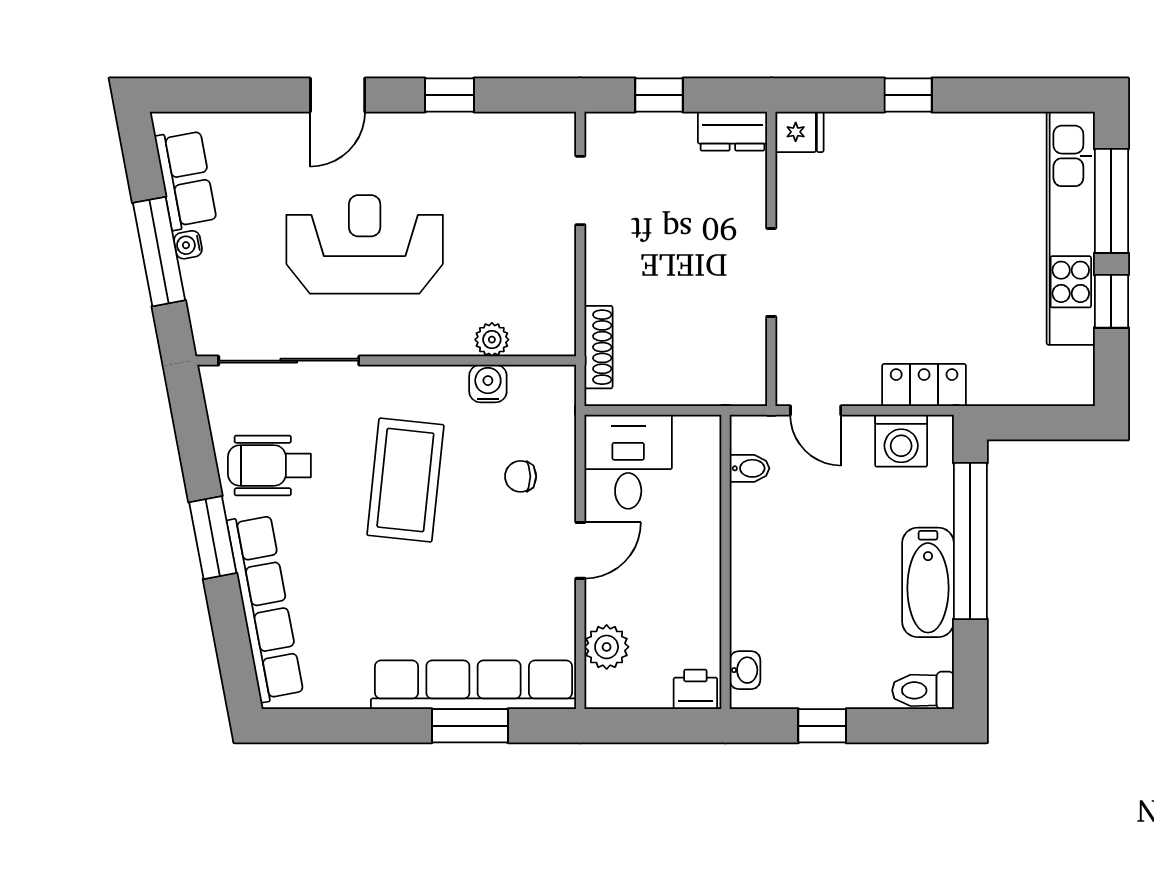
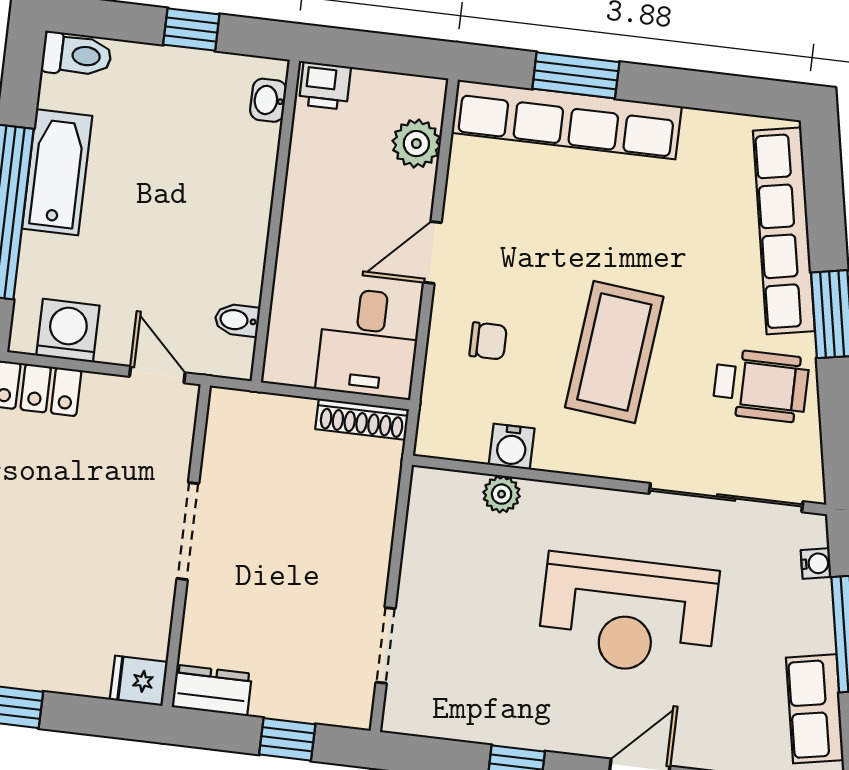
water cooler: (188, 245) -> (816, 563), moved
shoe rack: (598, 347) -> (362, 419), moved, turned -90

